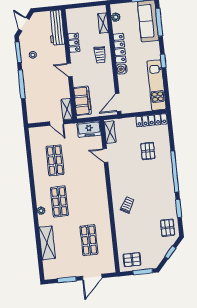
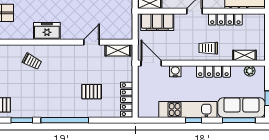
locker: (74, 43) -> (225, 19), width x1.53
water cooler: (122, 69) -> (175, 71), moved
kitchen unit: (156, 85) -> (188, 110), moved
freezer: (89, 129) -> (47, 31), moved, turned 90

